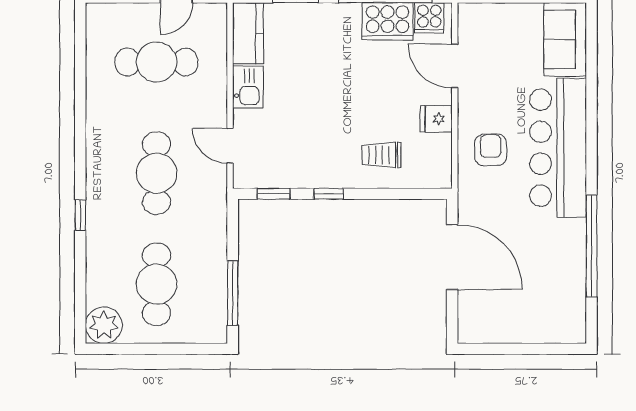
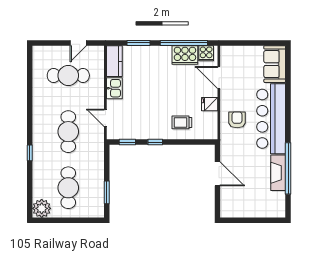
fireplace: (572, 254) -> (278, 173), added
door: (452, 257) -> (218, 174), width x0.73
window: (233, 293) -> (107, 192), width x0.69

